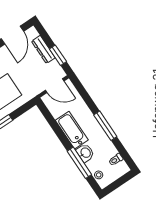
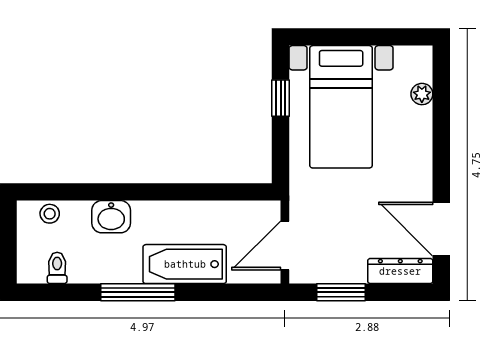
dresser: (43, 49) -> (400, 271), moved
bathtub: (72, 130) -> (185, 264), moved, turned 180
window: (79, 163) -> (99, 192), removed

